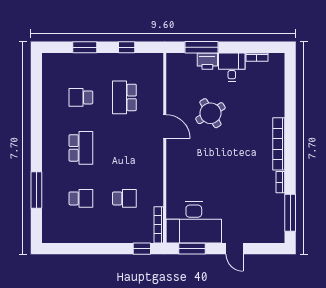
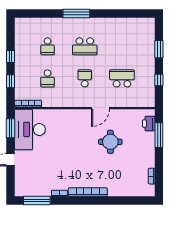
printer: (207, 61) -> (149, 124), moved
desk: (232, 67) -> (144, 157), removed
school desk: (81, 97) -> (85, 78), moved
round table: (210, 113) -> (110, 142), turned 31
window: (36, 190) -> (76, 14), moved
window: (95, 249) -> (11, 57), added
window: (142, 249) -> (11, 81), moved

